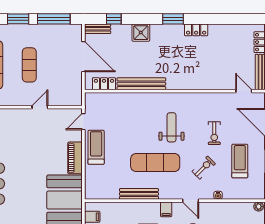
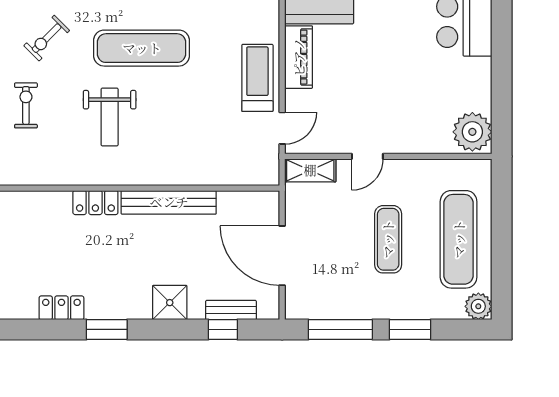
bench: (98, 29) -> (231, 310), moved
locker: (104, 84) -> (95, 203), moved
shelving: (69, 100) -> (310, 170), added
treadmill: (96, 147) -> (257, 78), turned 180

